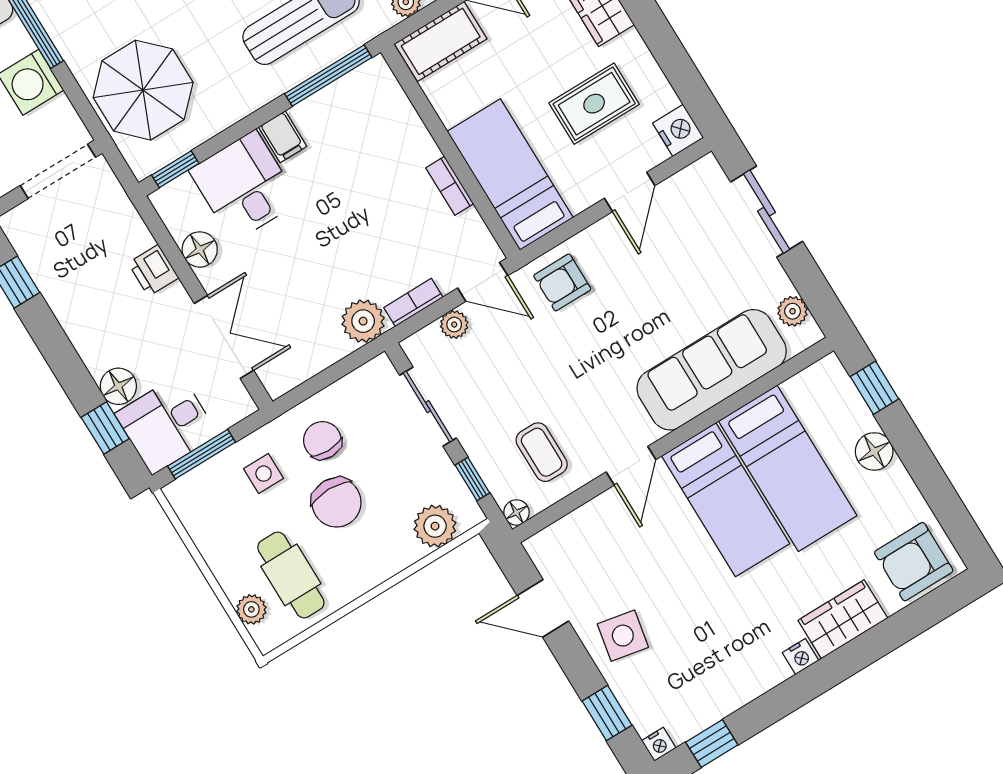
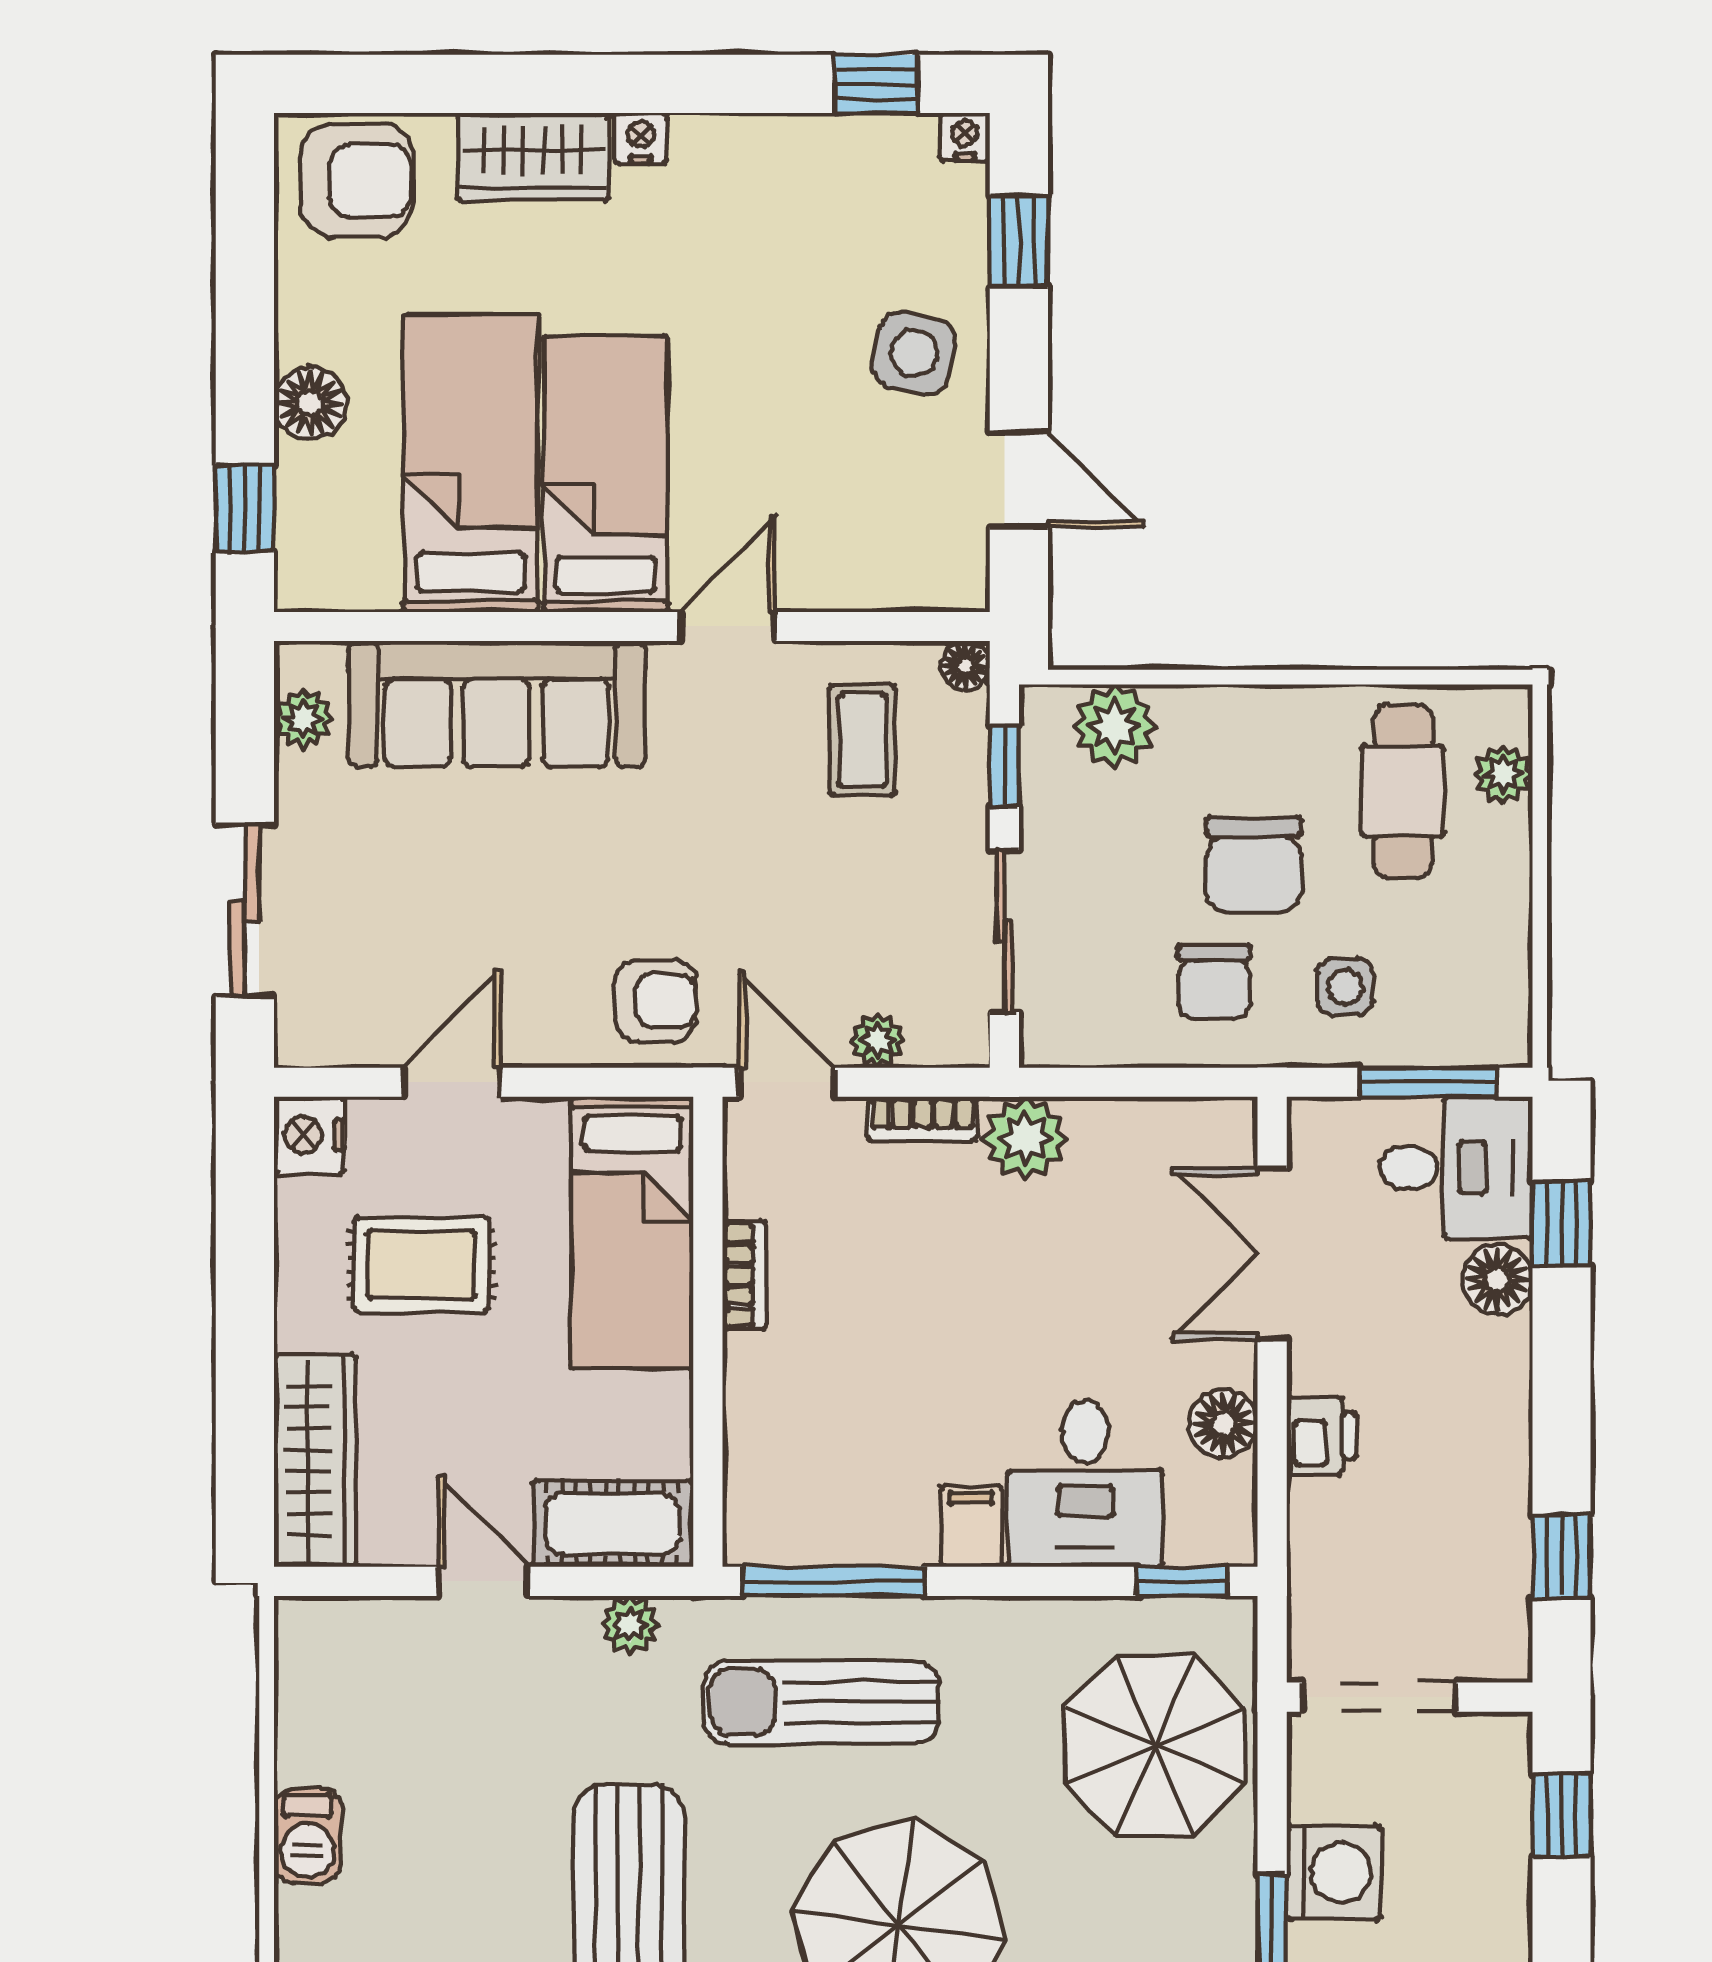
chair: (336, 502) -> (1254, 865), turned 180

